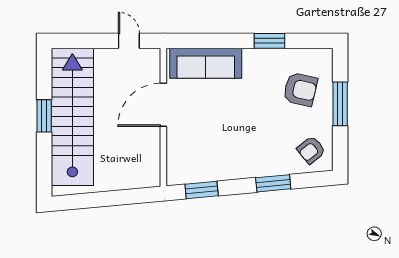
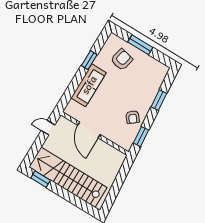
sofa: (206, 63) -> (89, 85), moved
window: (44, 116) -> (41, 179), moved
armchair: (311, 150) -> (133, 117), moved

